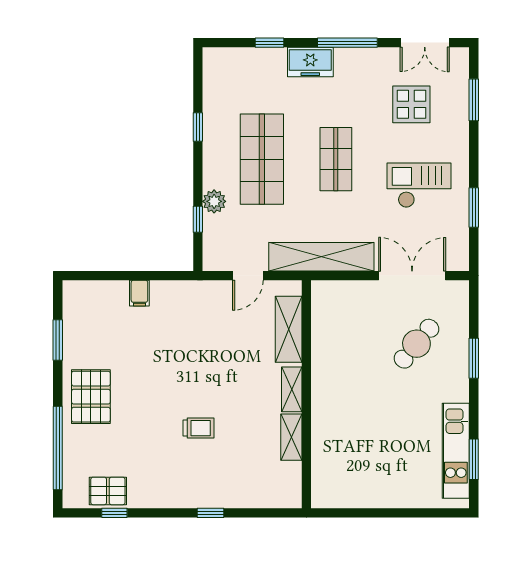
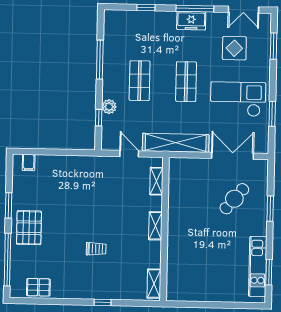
freezer: (310, 62) -> (191, 21), moved
window: (198, 127) -> (100, 60), width x2.17
shop shelf: (262, 159) -> (140, 81), width x0.70, depth x0.74
checkout: (419, 185) -> (238, 99), width x1.36, depth x1.21
door: (248, 276) -> (129, 154), swing flipped
filing cabinet: (139, 293) -> (29, 163), moved
shelving: (289, 329) -> (156, 181), width x0.67, depth x0.75
window: (58, 340) -> (9, 205), moved
shelving: (291, 437) -> (154, 284), moved
window: (114, 513) -> (42, 301), removed

